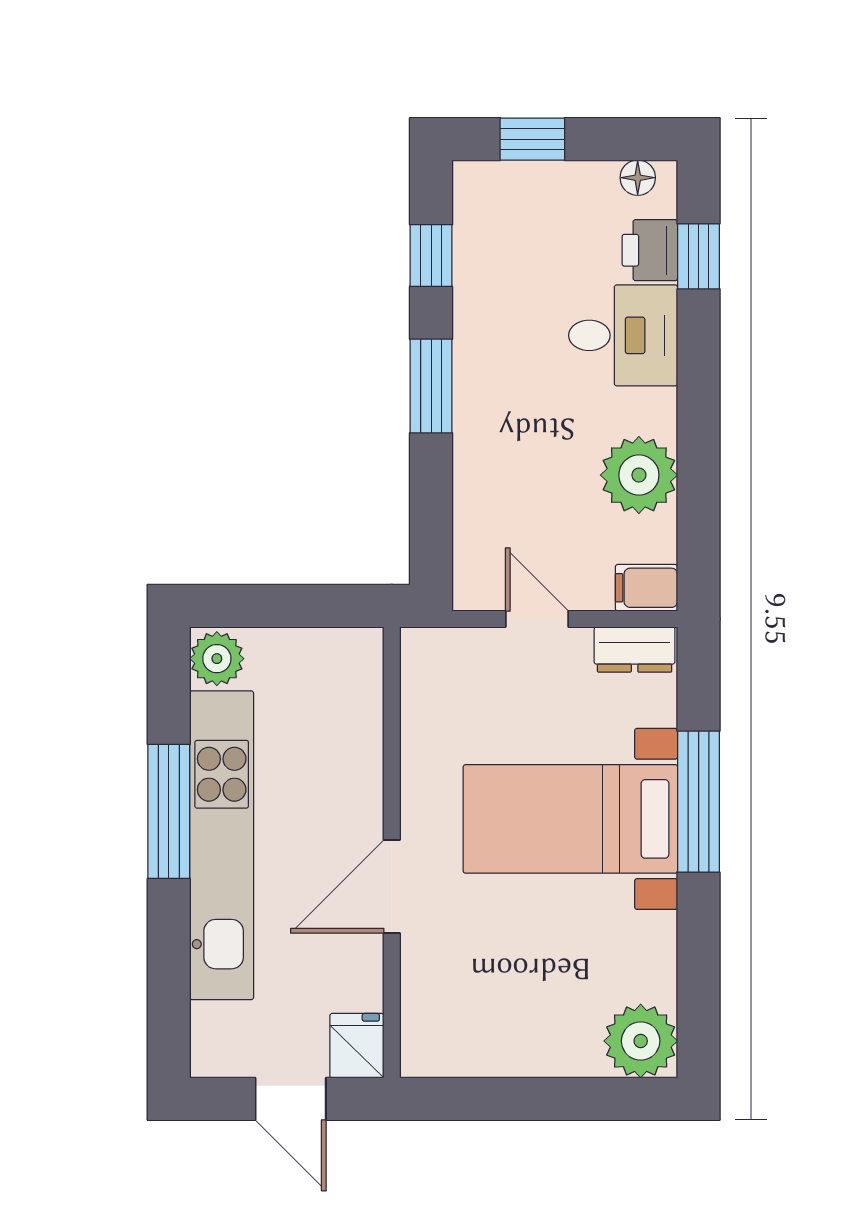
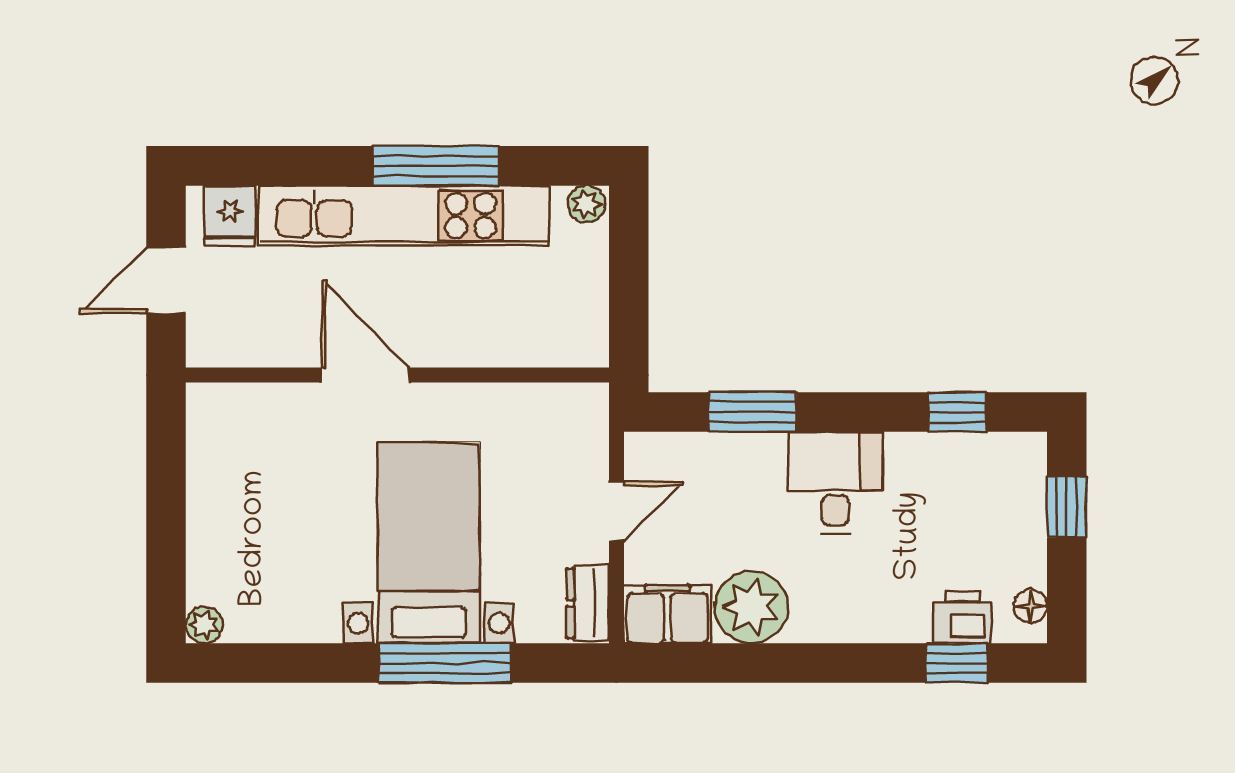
desk: (623, 335) -> (835, 483), moved, turned 180
window: (431, 386) -> (753, 412), moved
filing cabinet: (646, 588) -> (667, 614), width x2.00
plant: (217, 659) -> (586, 204), width x0.73, depth x0.73
plant: (641, 1041) -> (204, 625), width x0.53, depth x0.53
fridge: (357, 1046) -> (230, 216), moved, turned 90

